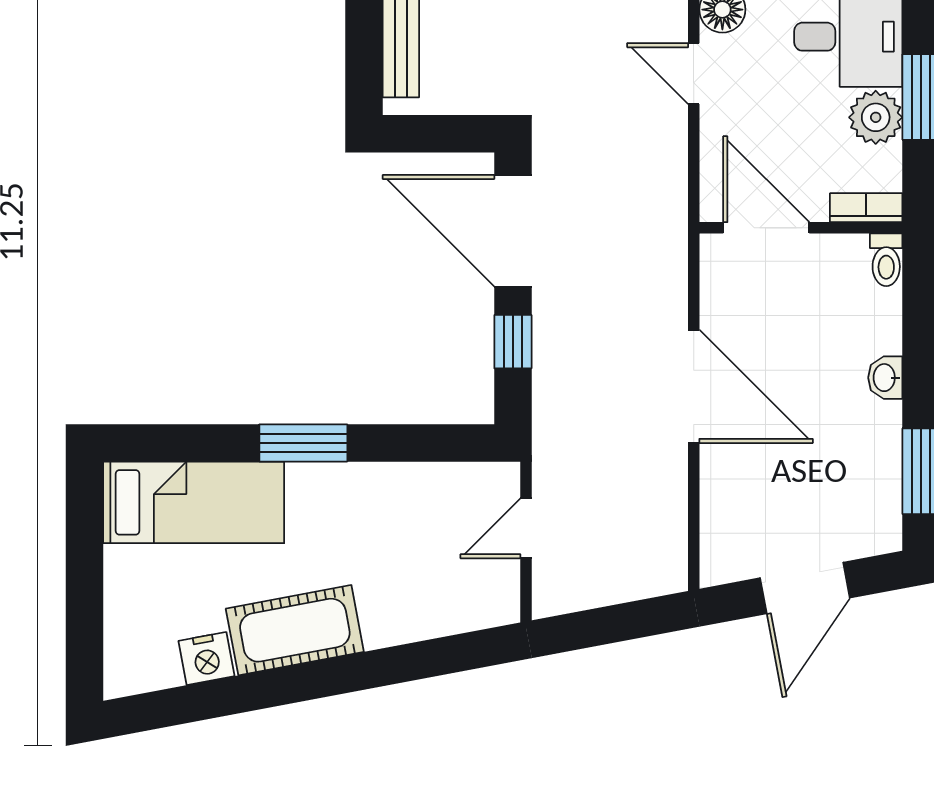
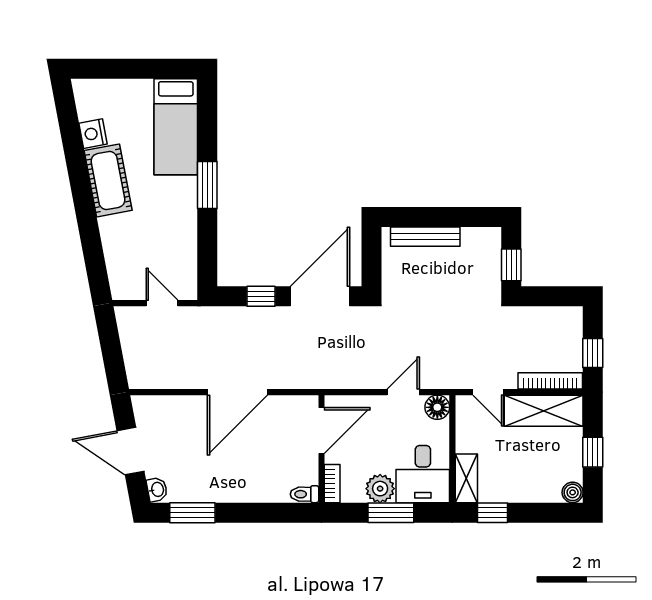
washbasin: (885, 378) -> (157, 489), moved, turned 79

